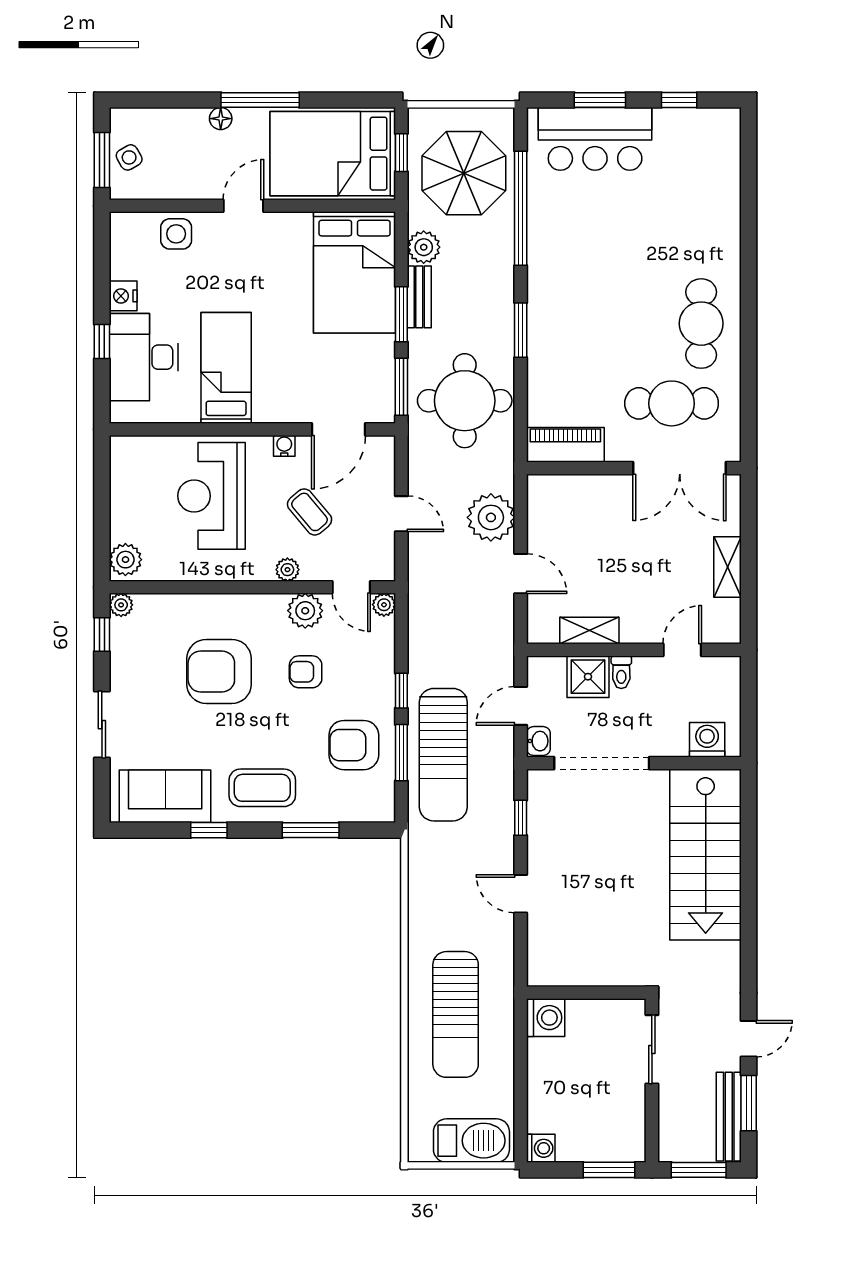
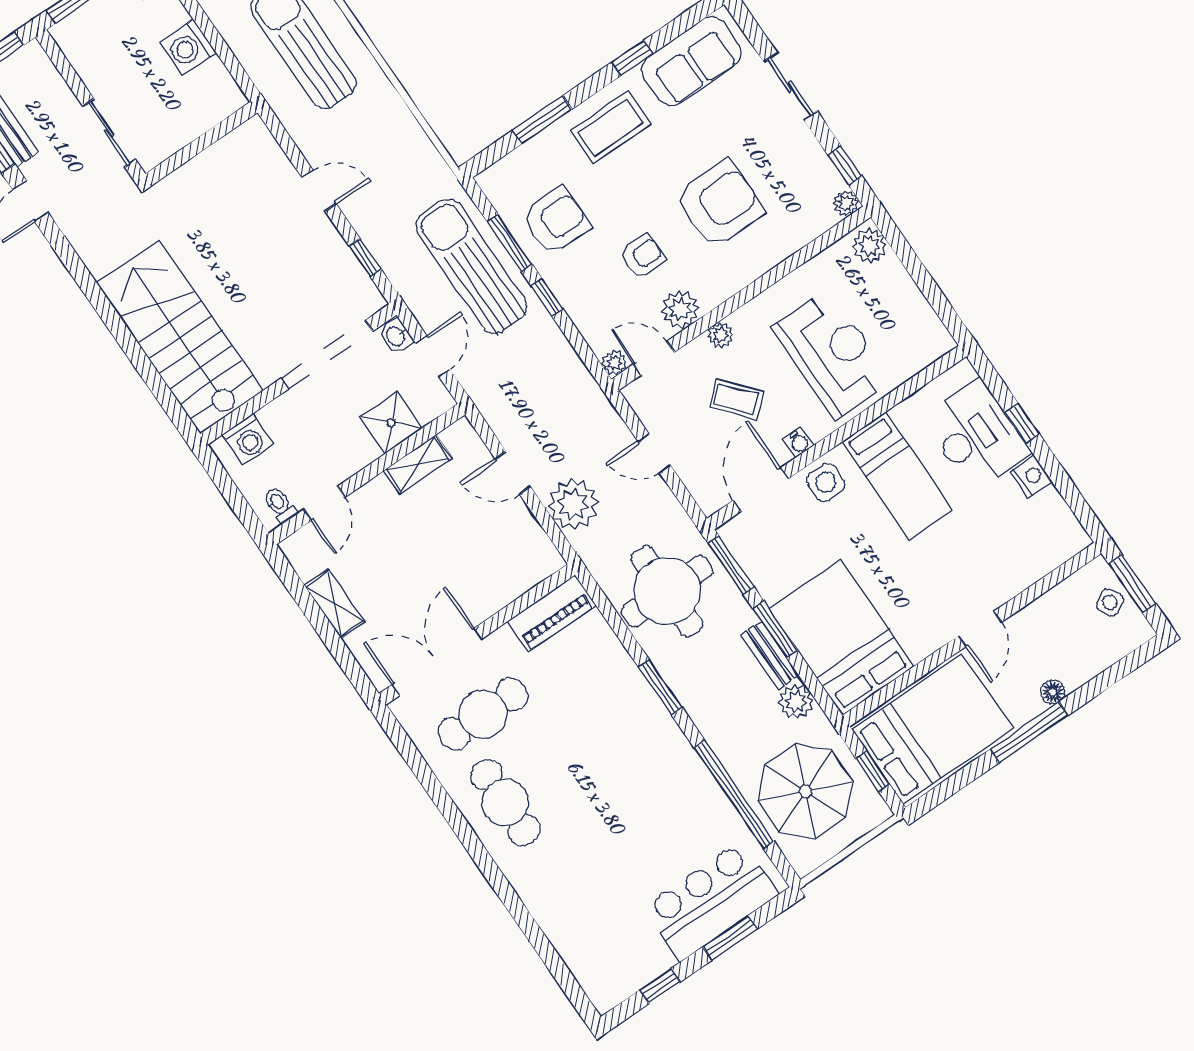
side table: (176, 234) -> (826, 482), moved
toilet: (621, 672) -> (280, 505), moved
washing machine: (546, 1018) -> (188, 47), moved

